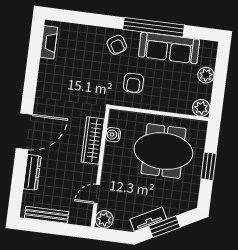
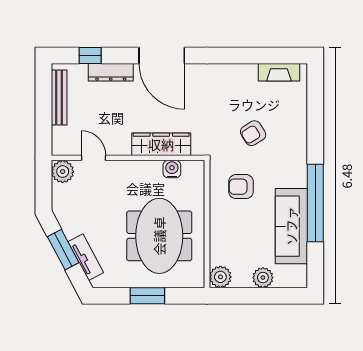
armchair: (117, 45) -> (253, 133), moved
window: (17, 187) -> (90, 56), added
tv unit: (148, 219) -> (86, 257), moved

